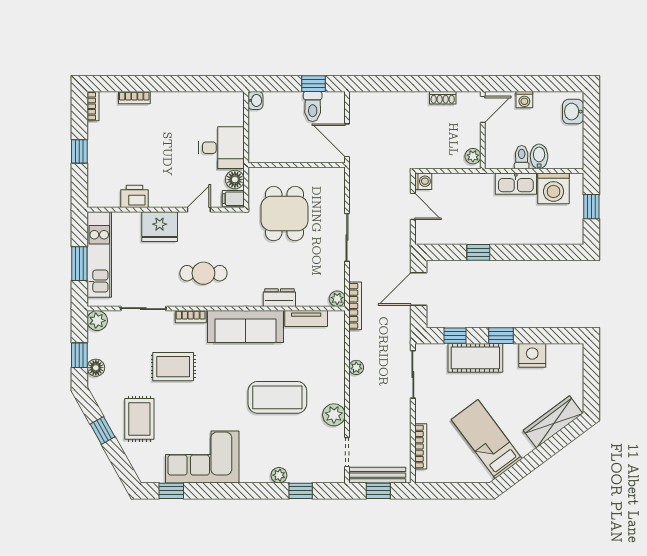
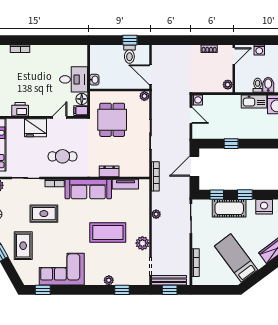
washbasin: (255, 100) -> (94, 80), moved
plant: (337, 299) -> (144, 96), moved

